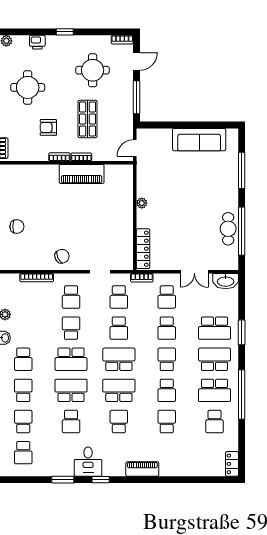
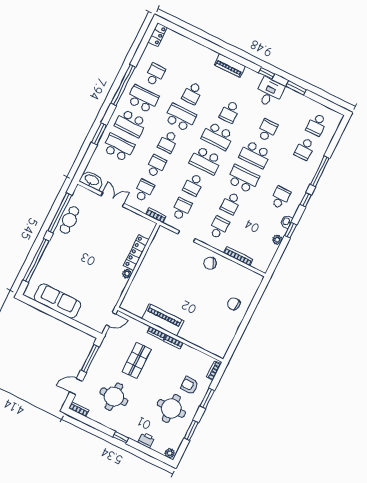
armchair: (48, 127) -> (189, 385), moved, turned 180
window: (242, 170) -> (36, 261), width x1.46
locker: (143, 249) -> (136, 253), moved
school desk: (119, 328) -> (193, 185), turned 180
school desk: (23, 390) -> (292, 173), removed
school desk: (167, 390) -> (180, 117), width x1.85
school desk: (23, 453) -> (317, 125), turned 180

